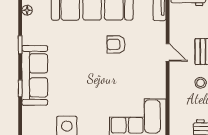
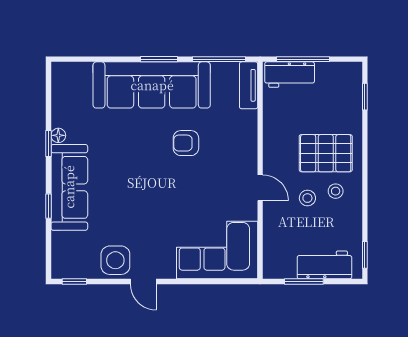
floor lamp: (27, 10) -> (58, 135), moved
door: (168, 52) -> (260, 188), moved

